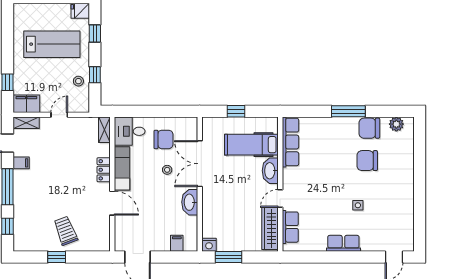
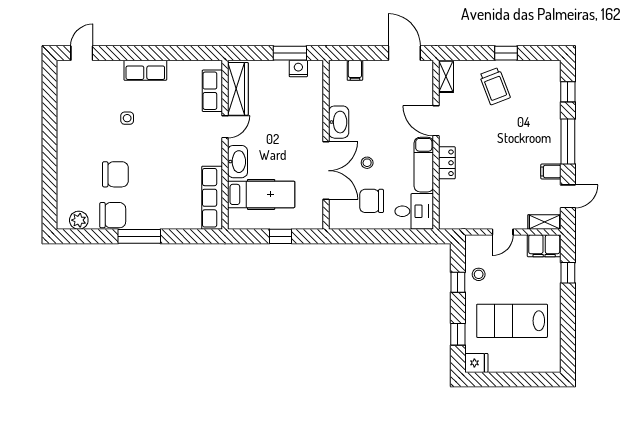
shelving: (104, 130) -> (446, 76), moved
nightstand: (209, 245) -> (298, 68), moved

